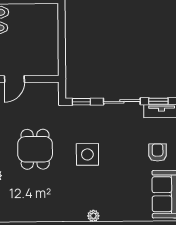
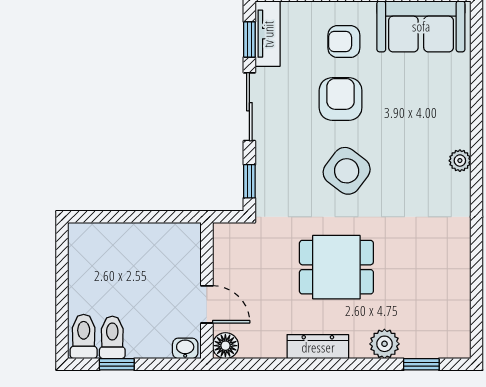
armchair: (126, 151) -> (341, 99), added
side table: (87, 154) -> (347, 171), turned 37

